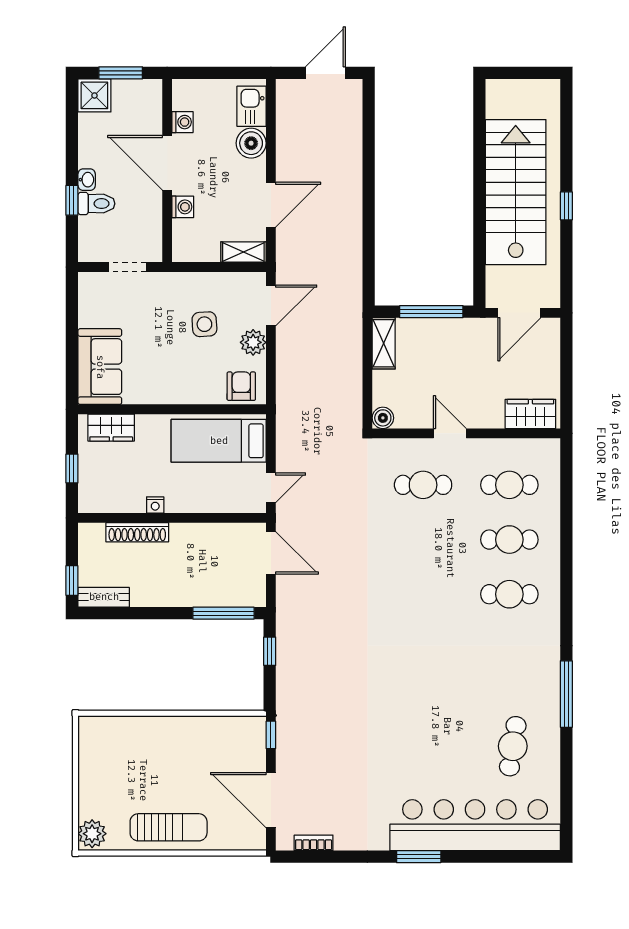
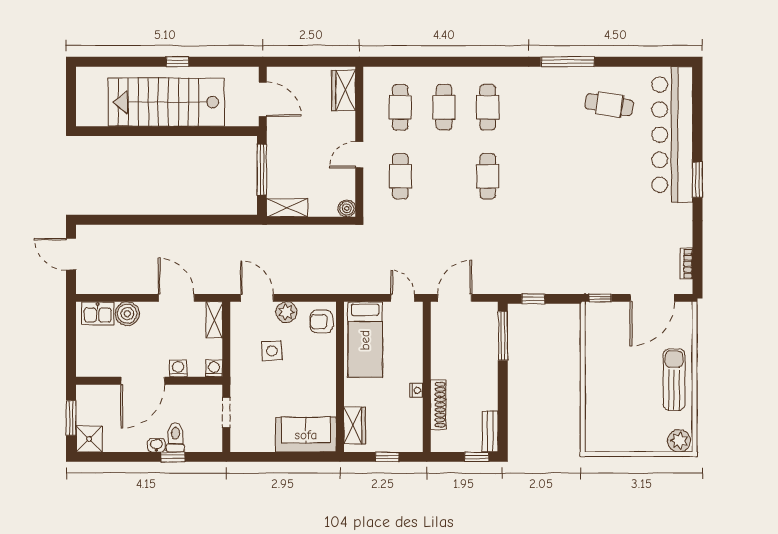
washing machine: (182, 122) -> (214, 369), moved
cafe table: (423, 594) -> (488, 176), added

